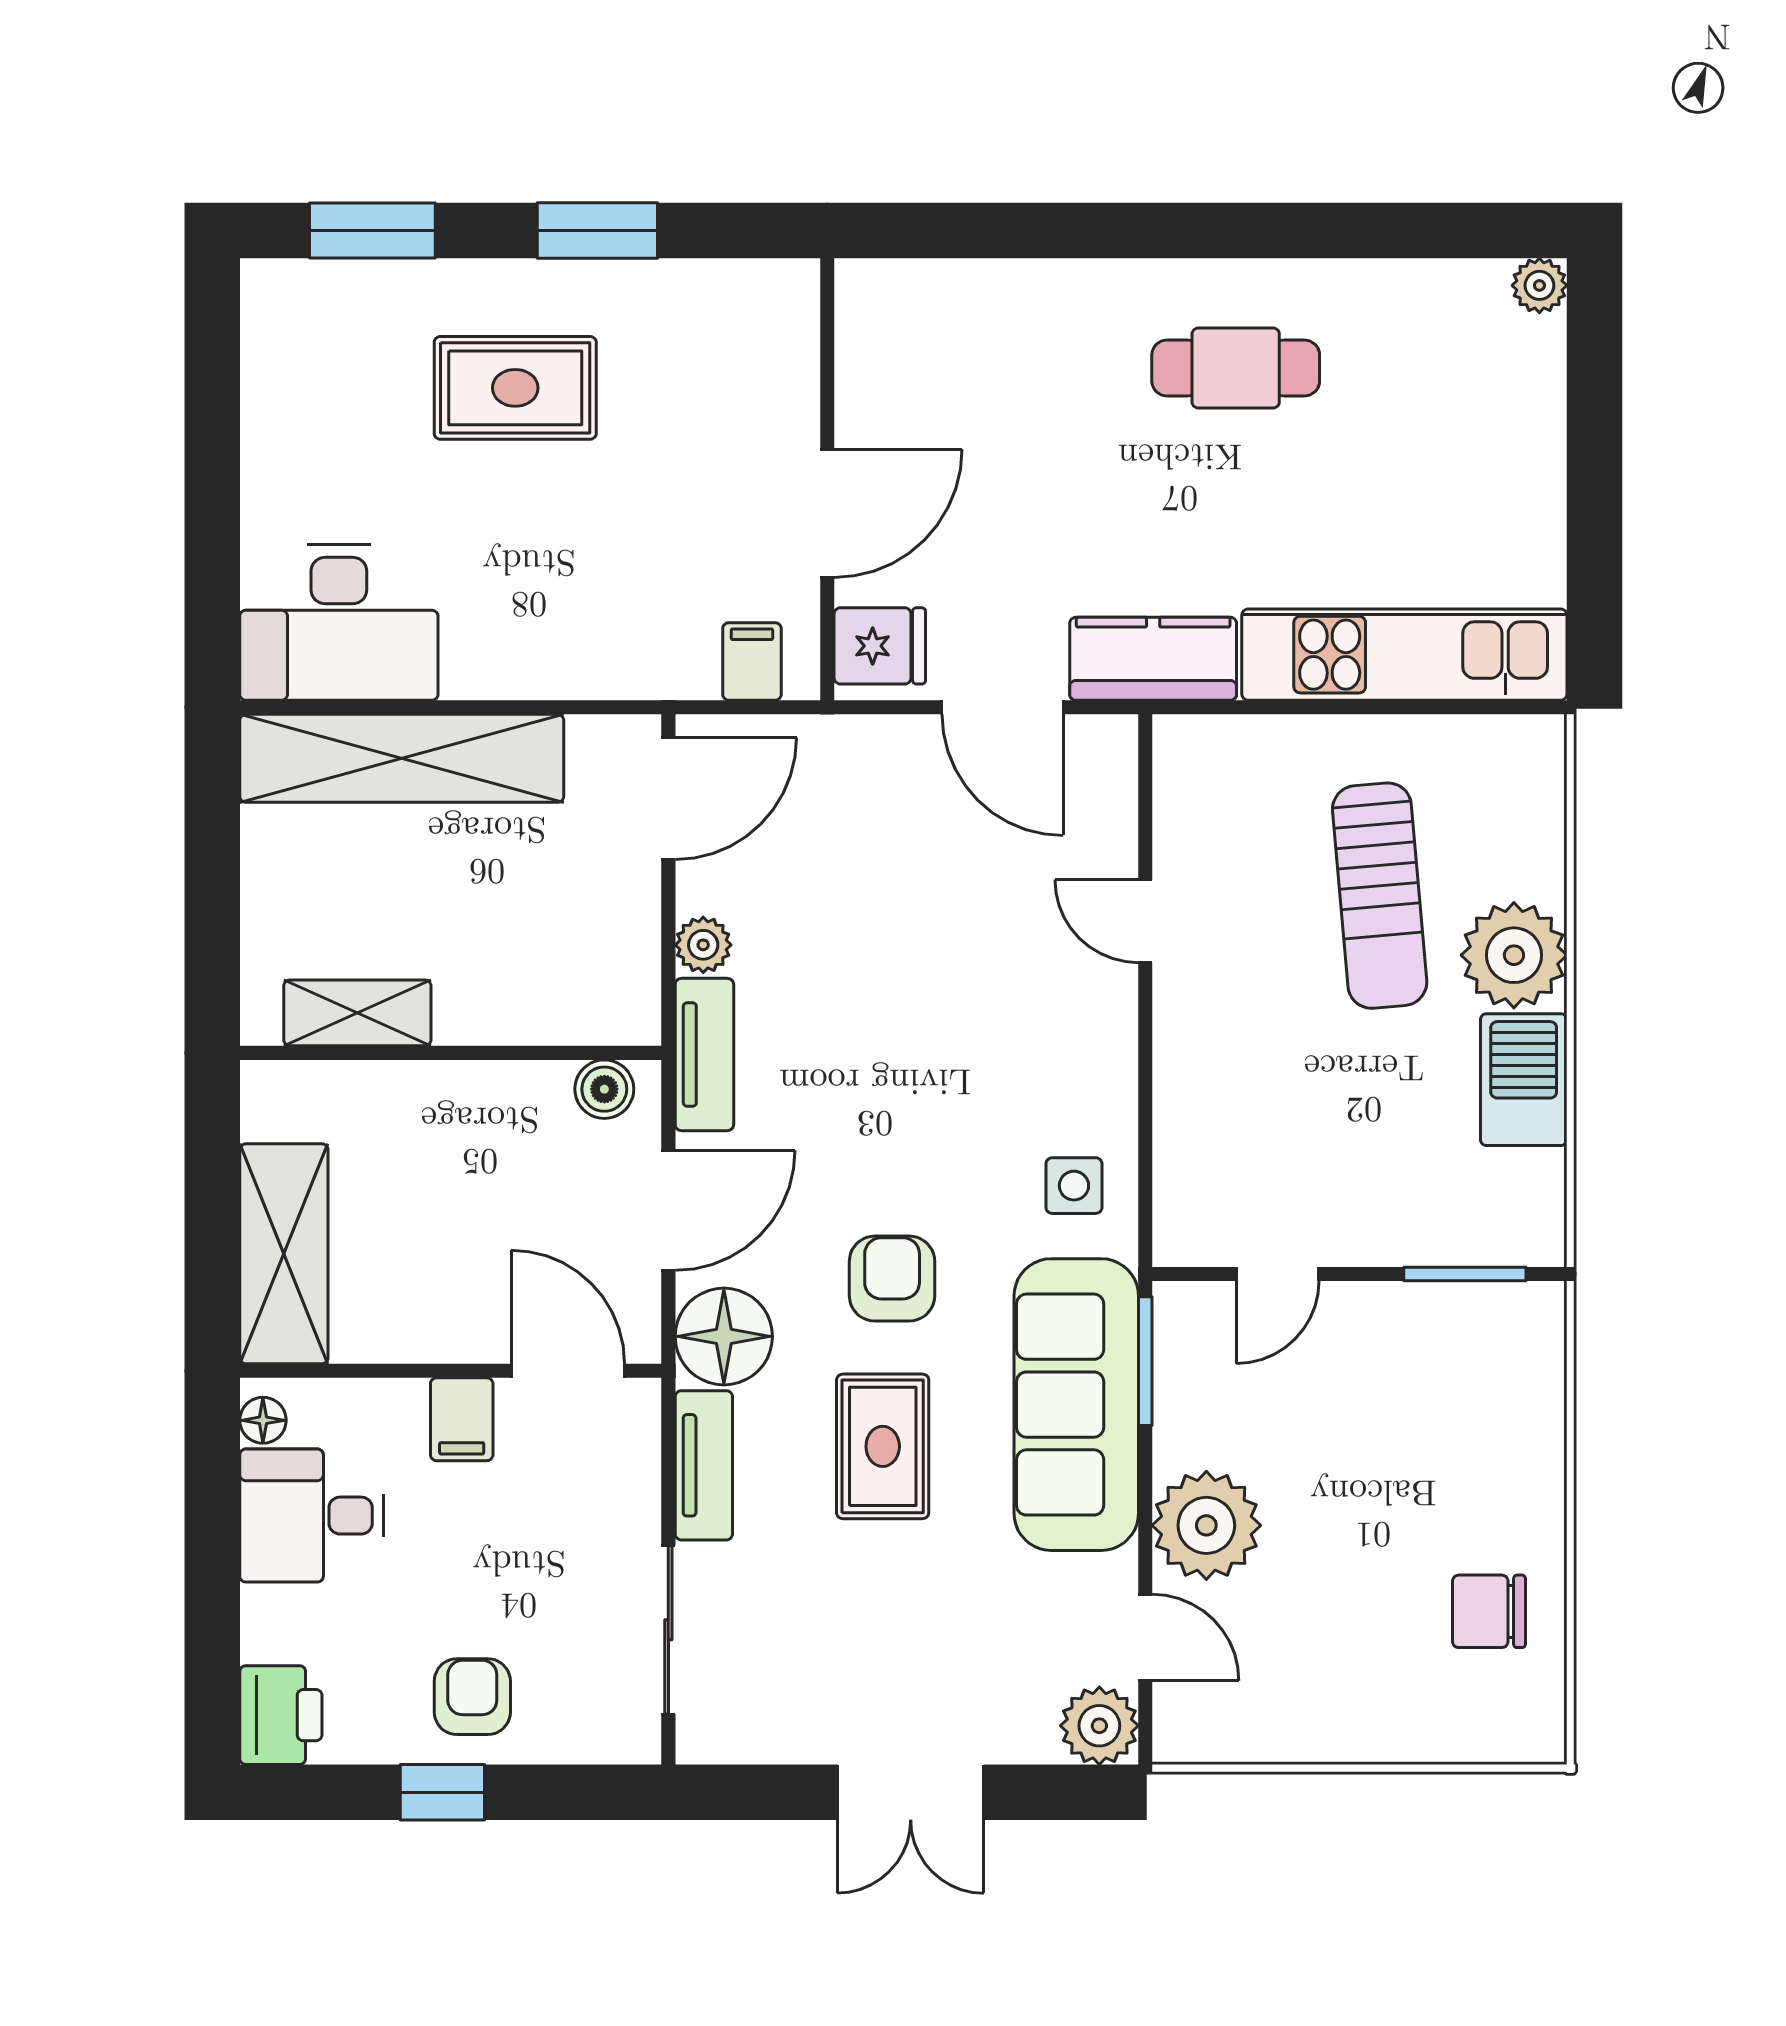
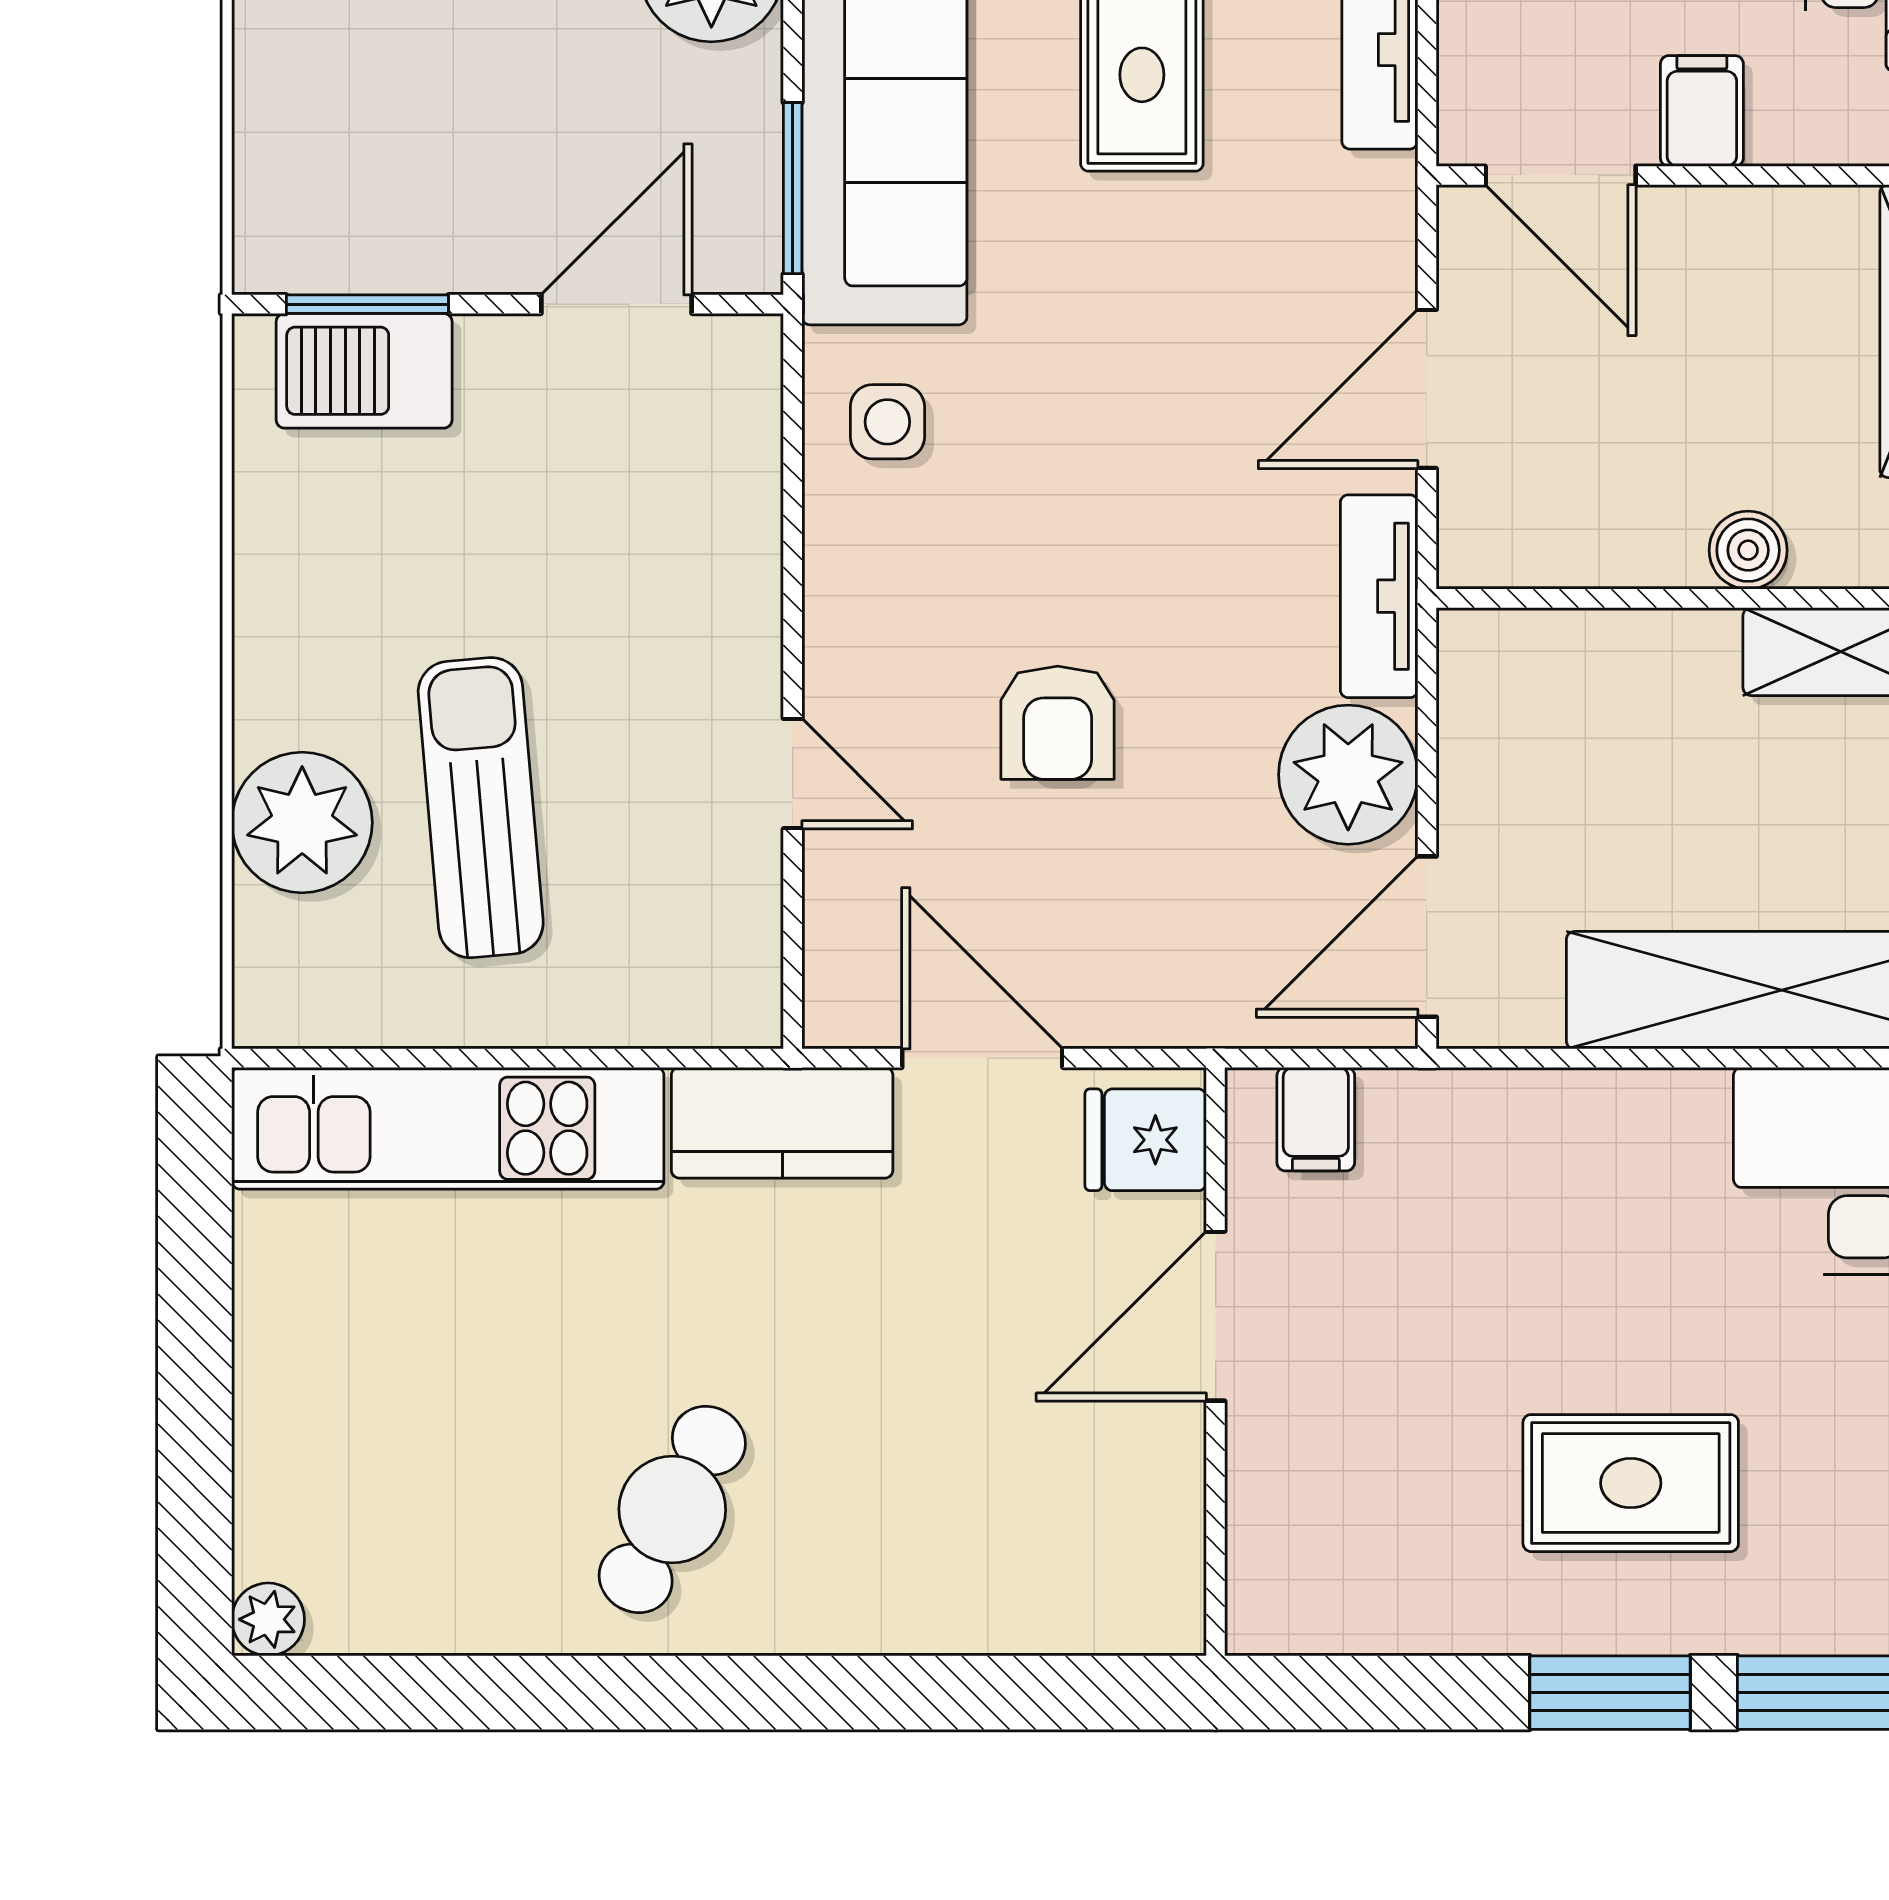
window: (597, 230) -> (1610, 1693), moved
cafe table: (1236, 368) -> (672, 1509), turned -62
plant: (703, 945) -> (1348, 775), width x1.88, depth x1.88
plant: (1514, 955) -> (302, 822), moved
barbecue: (1524, 1080) -> (364, 371), moved, turned 90
boiler: (604, 1089) -> (1748, 550), moved
door: (1278, 1274) -> (617, 304), width x1.38
armchair: (892, 1279) -> (1058, 723), moved
floor lamp: (724, 1336) -> (1353, 221), removed

